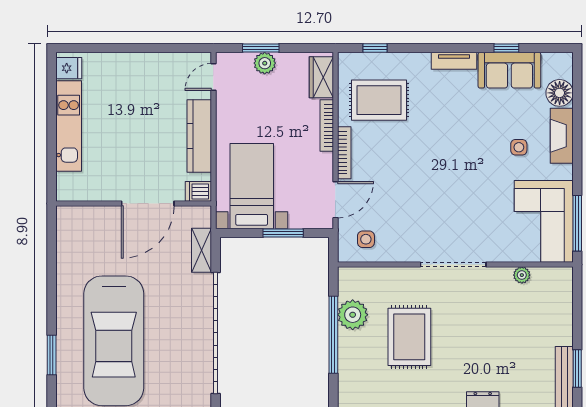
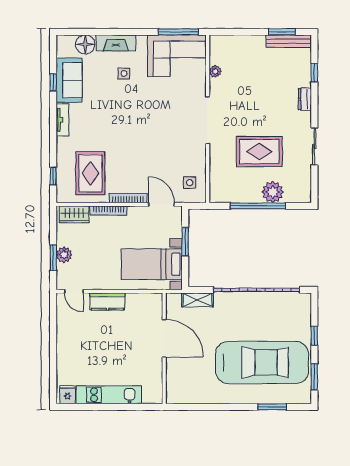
kitchen counter: (199, 136) -> (107, 301), width x0.67
dishwasher: (198, 191) -> (156, 302), removed
plant: (353, 315) -> (273, 192), moved

